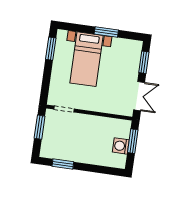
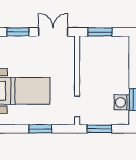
window: (51, 49) -> (40, 129), moved
washing machine: (121, 146) -> (122, 102), moved, turned 90

